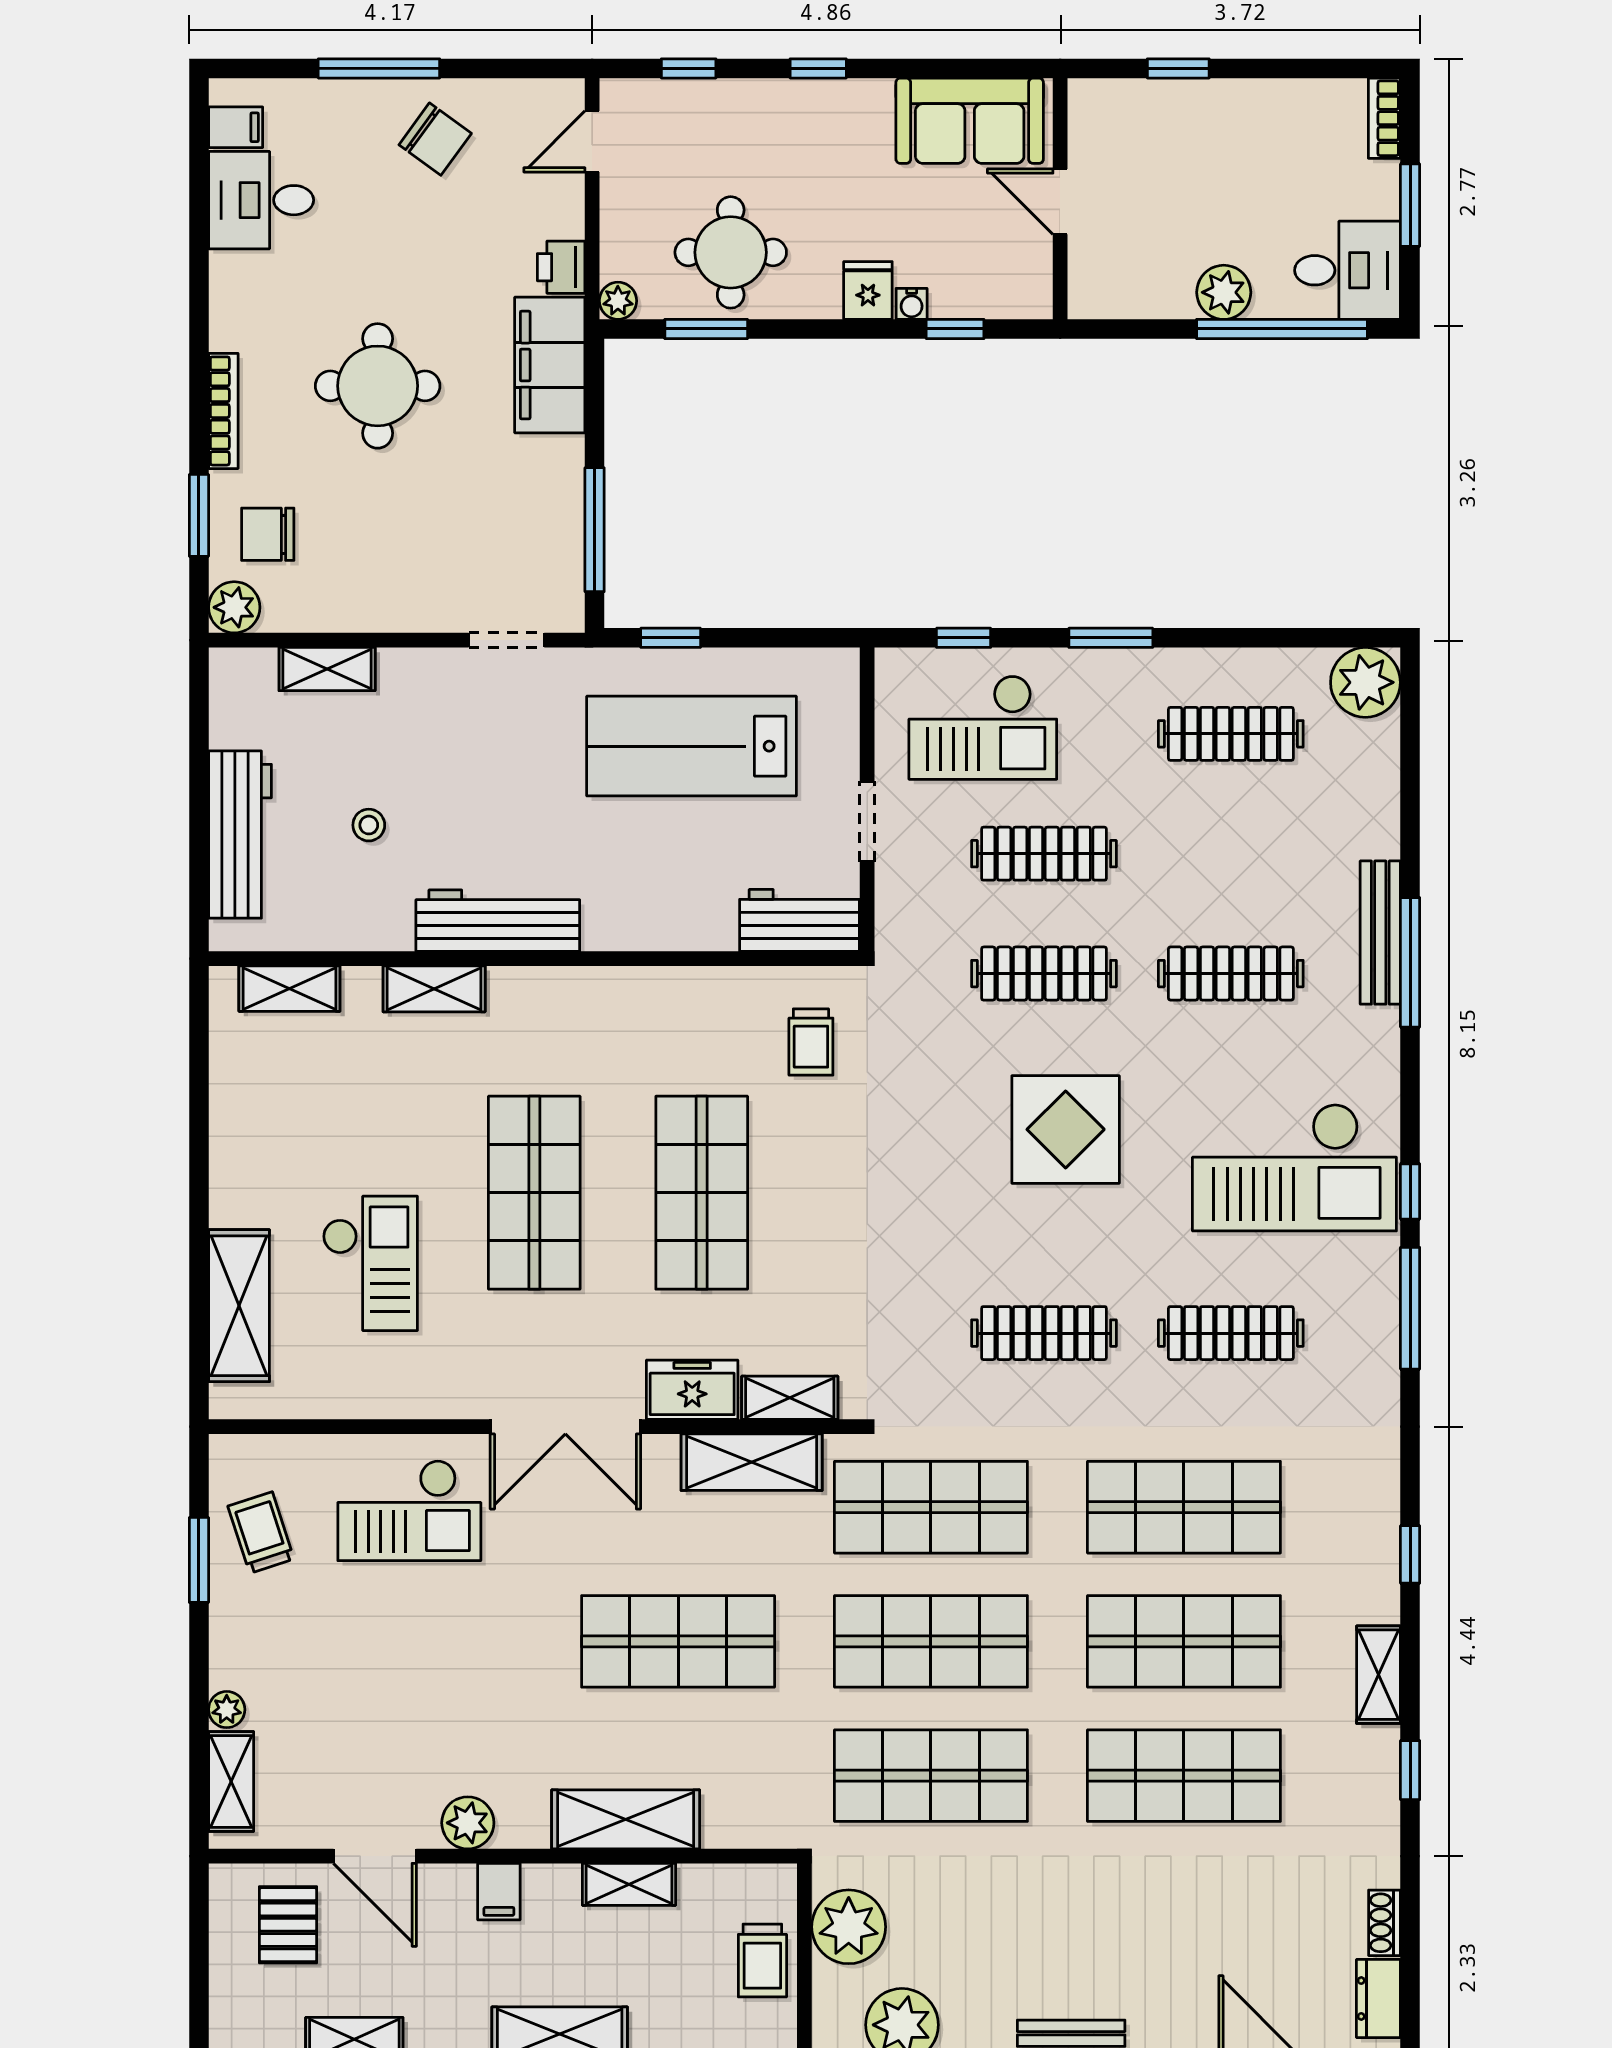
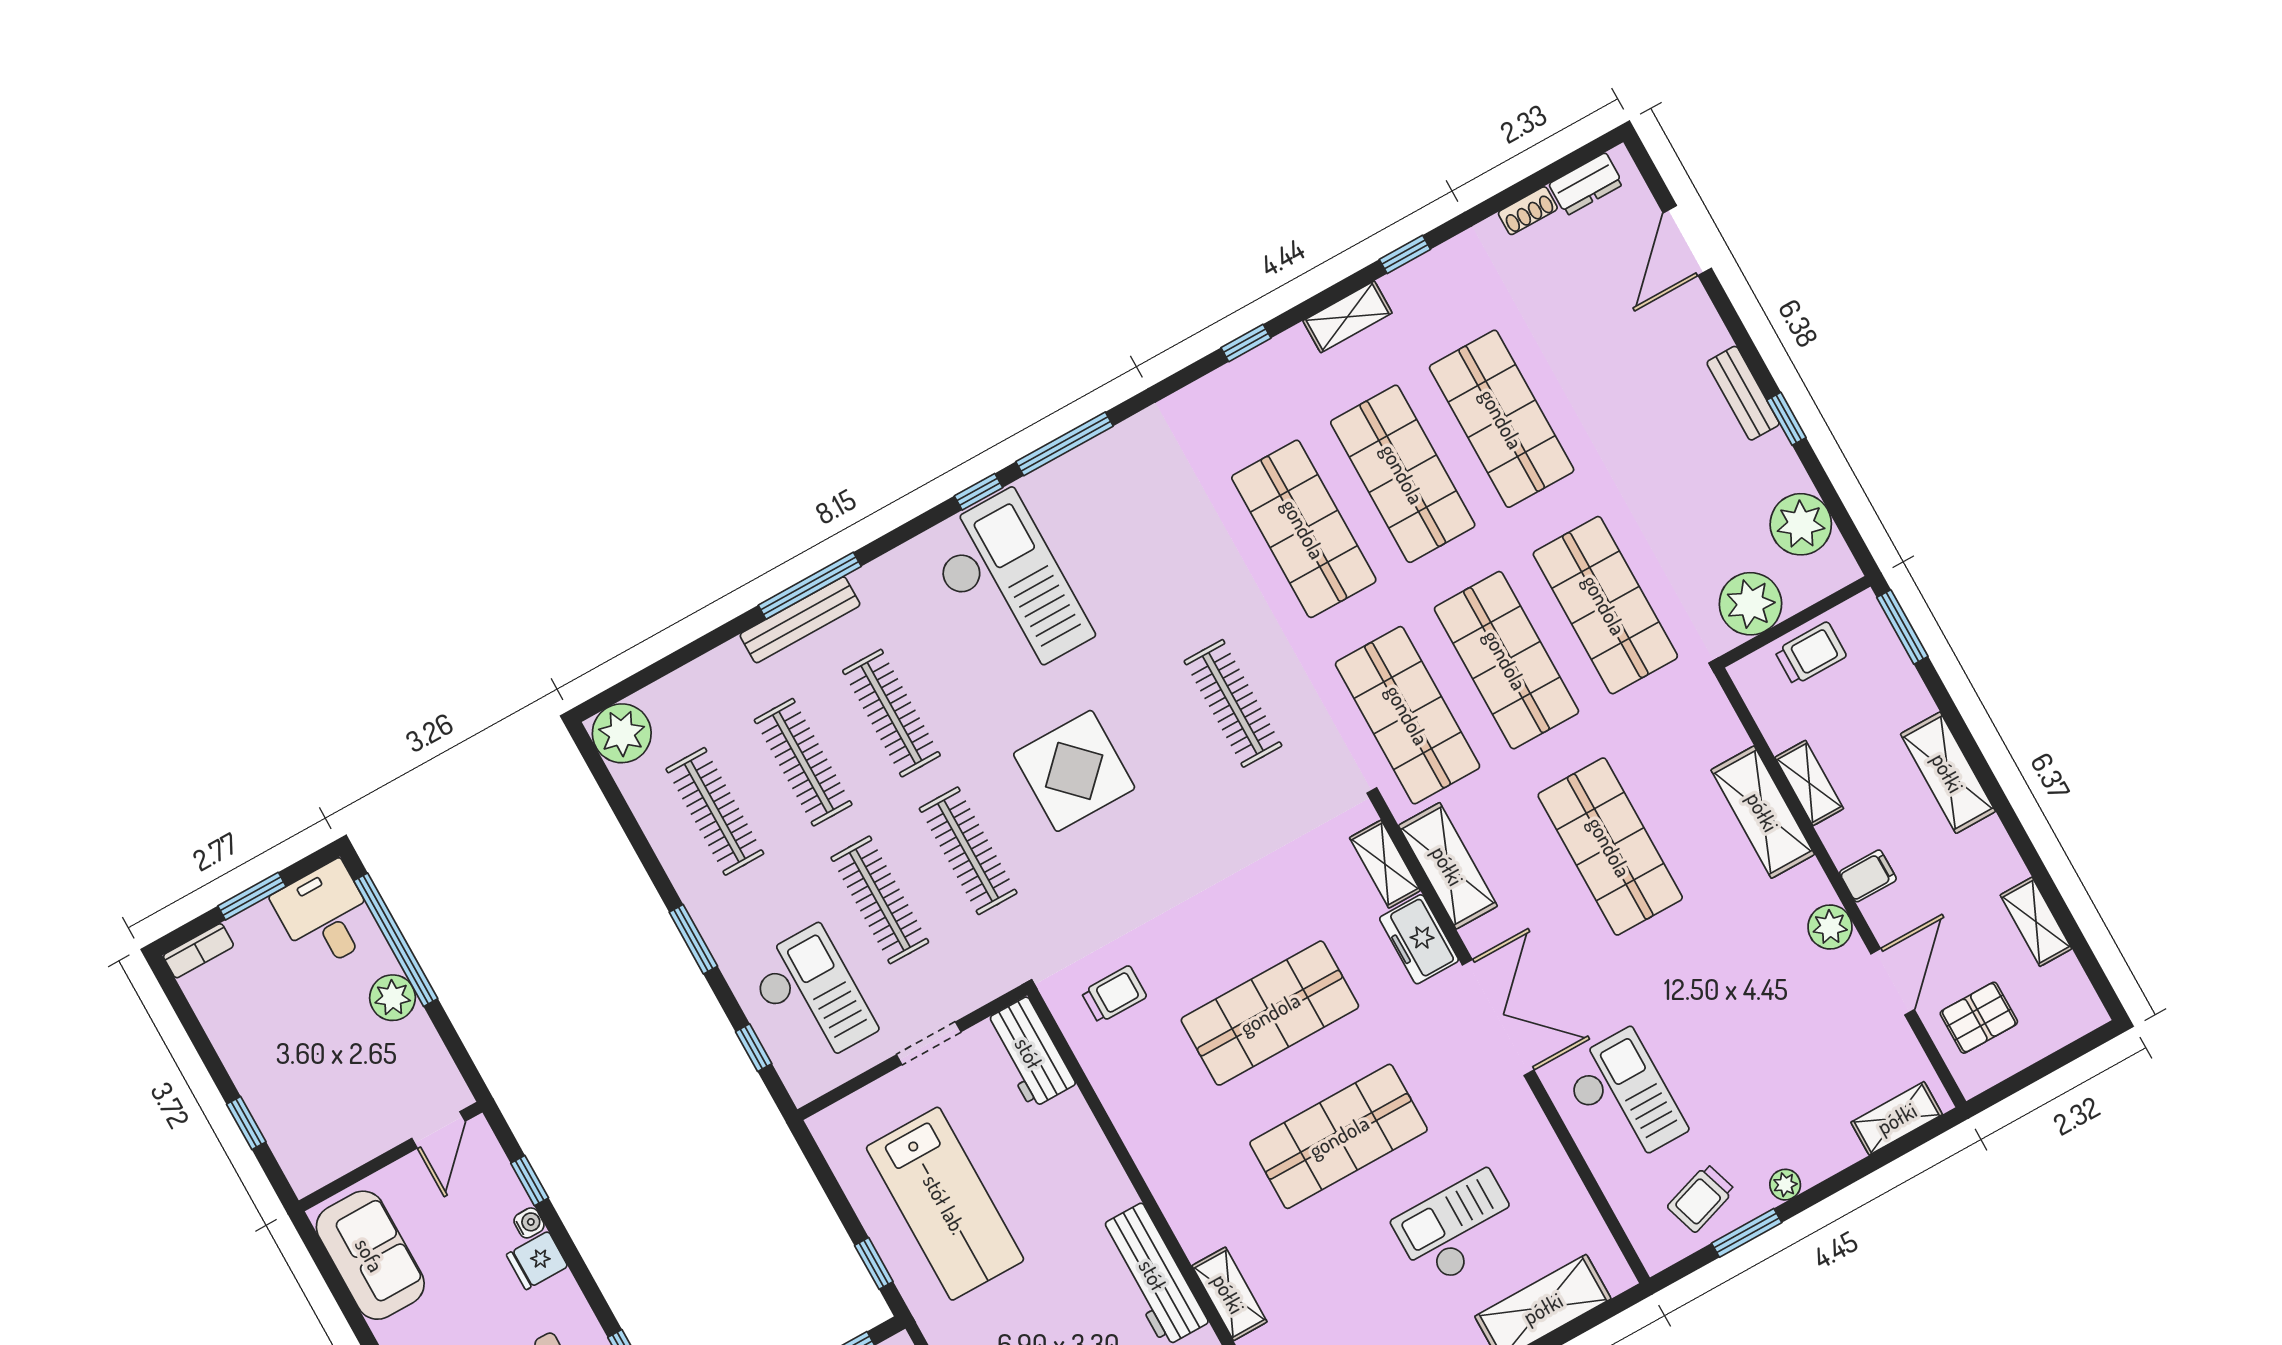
door: (1060, 202) -> (439, 1130), moved
clothes rail: (1231, 1333) -> (803, 762), moved
plant: (227, 1710) -> (1785, 1185), moved

